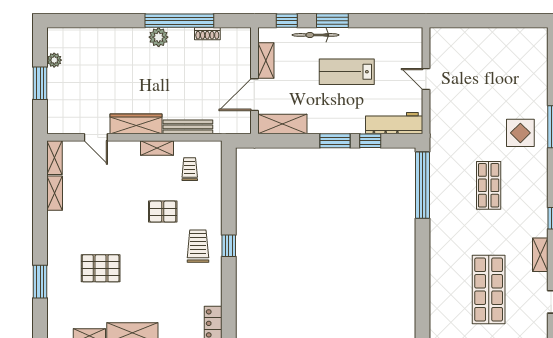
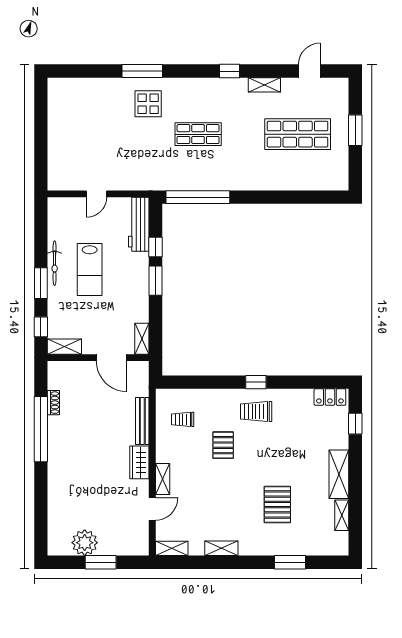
bicycle: (316, 35) -> (55, 263), moved
plant: (159, 37) -> (57, 449), removed
plant: (54, 60) -> (85, 543), width x1.88, depth x1.88
shelving: (266, 61) -> (64, 347), moved
wardrobe: (136, 124) -> (139, 462), width x0.67
shelving: (282, 124) -> (142, 339), width x0.67, depth x0.75
shelving: (157, 148) -> (163, 479), moved
shelving: (55, 193) -> (221, 548), moved

